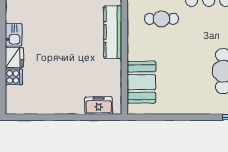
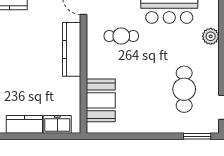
kitchen counter: (66, 106) -> (24, 124), added

